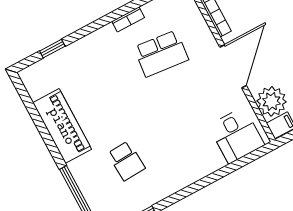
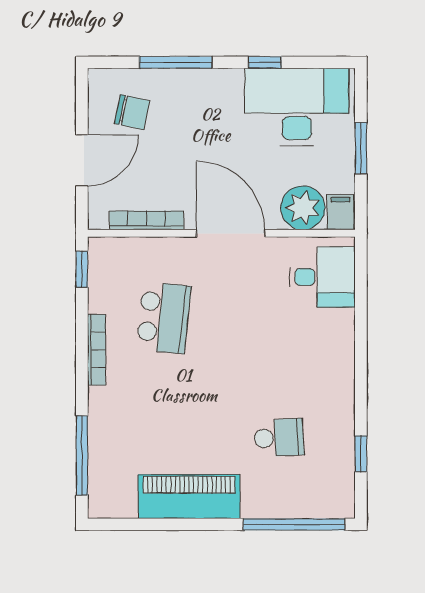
bookcase: (128, 19) -> (97, 350), width x1.56
window: (52, 49) -> (82, 455), width x2.17

